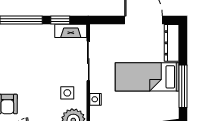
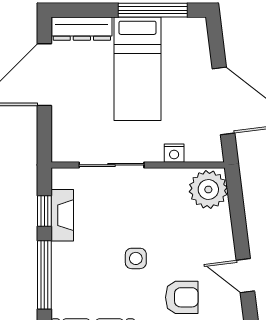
fireplace: (71, 31) -> (62, 215), moved
side table: (67, 93) -> (136, 258), moved

